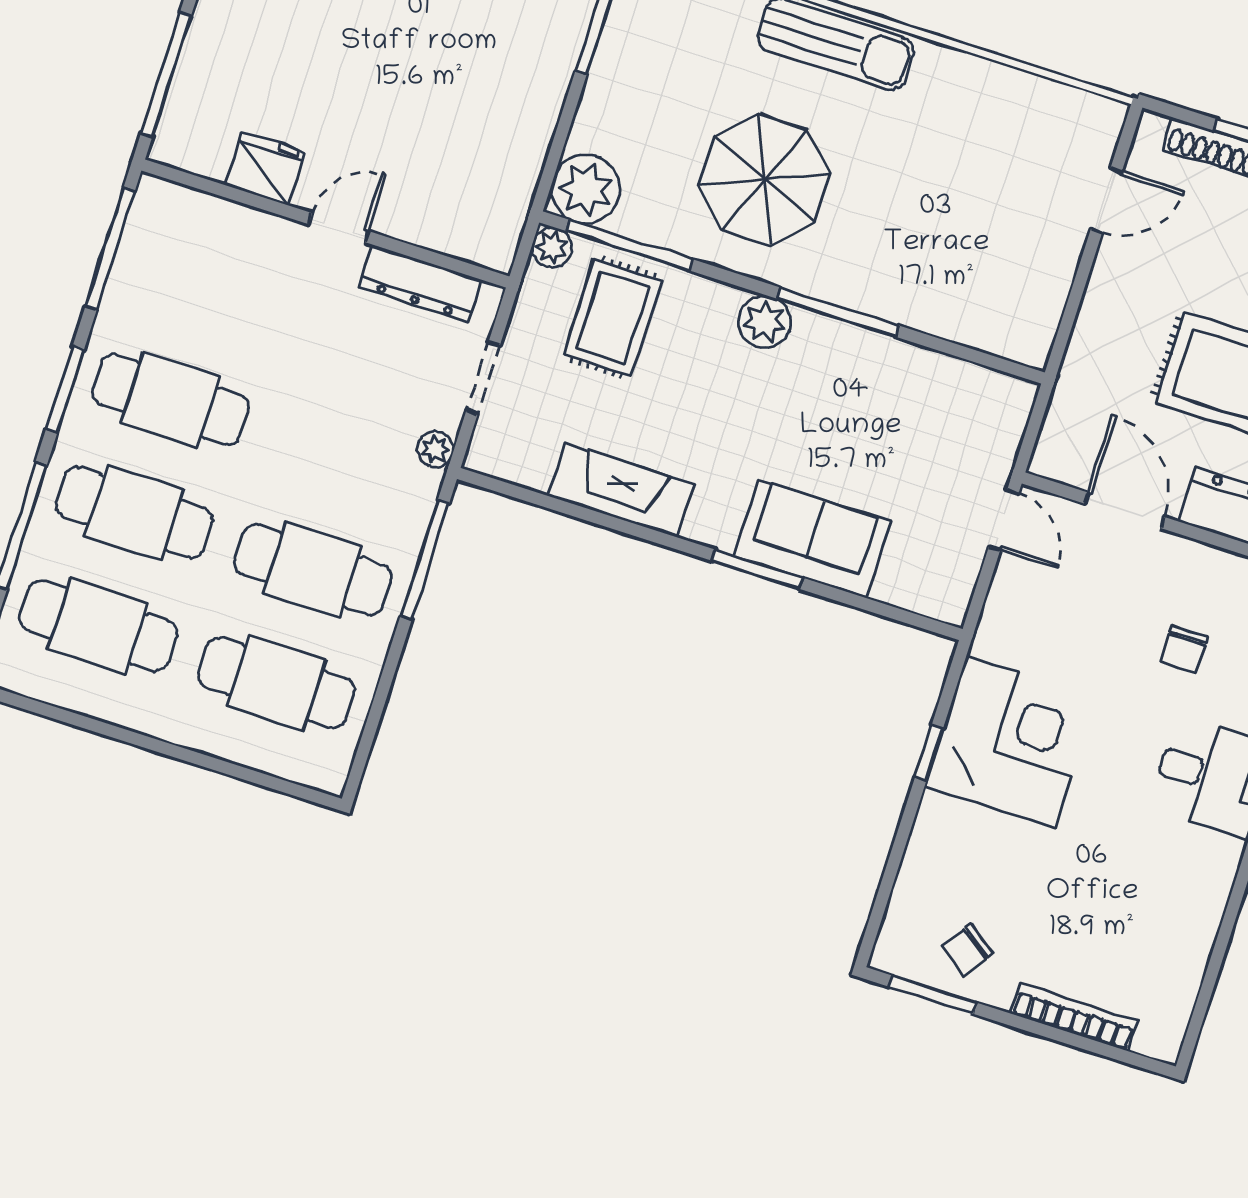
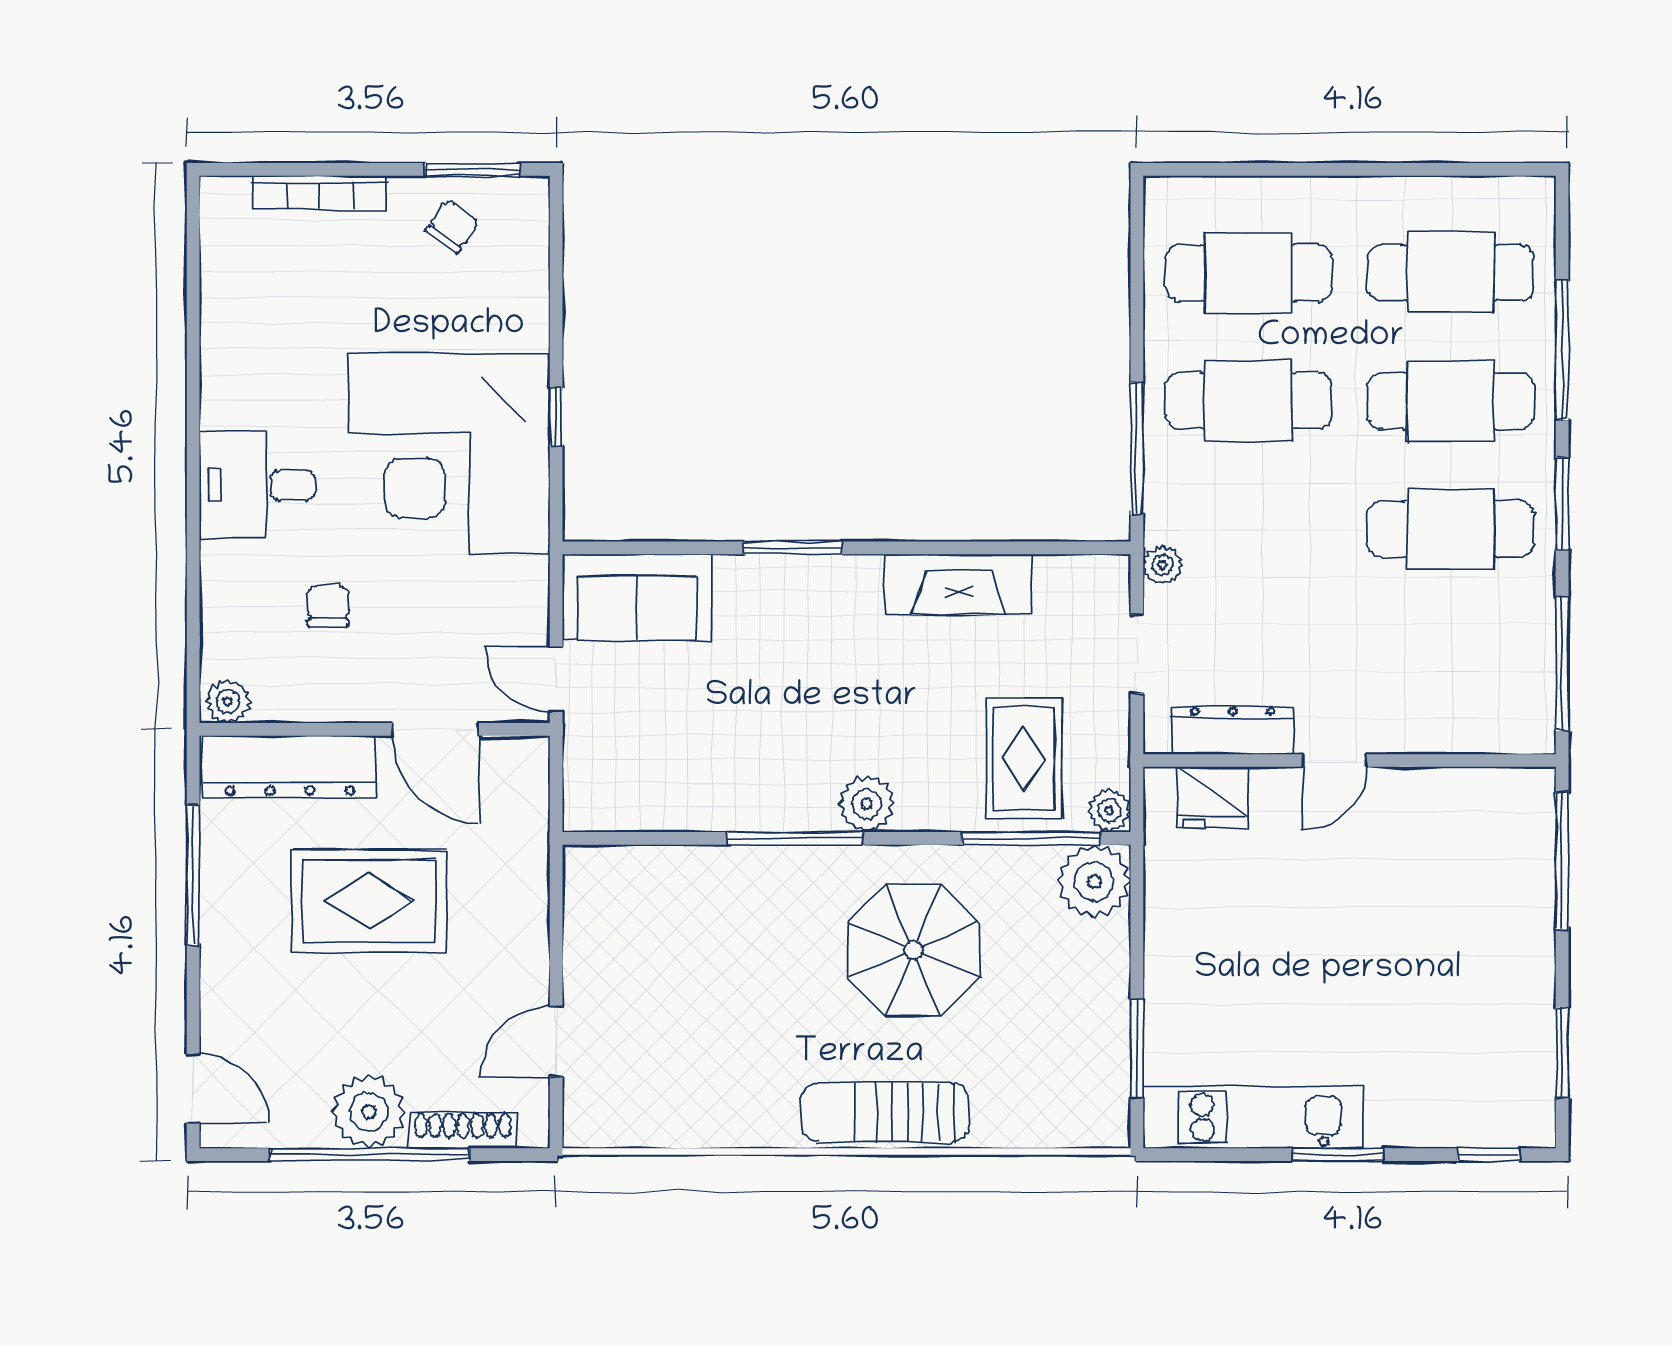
fridge: (265, 168) -> (1212, 797), moved
sofa: (812, 539) -> (637, 597), moved
corner desk: (1011, 742) -> (449, 454), width x1.36, depth x1.36

